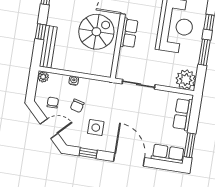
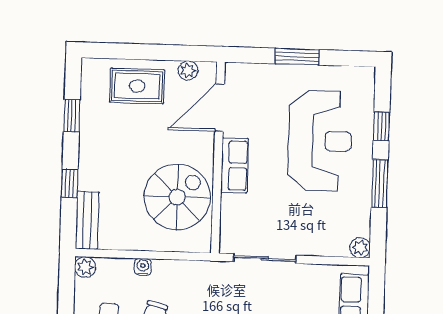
spiral stairs: (96, 32) -> (177, 197), moved
bench: (48, 47) -> (87, 220), width x0.73
plant: (186, 80) -> (360, 248), width x0.53, depth x0.53

